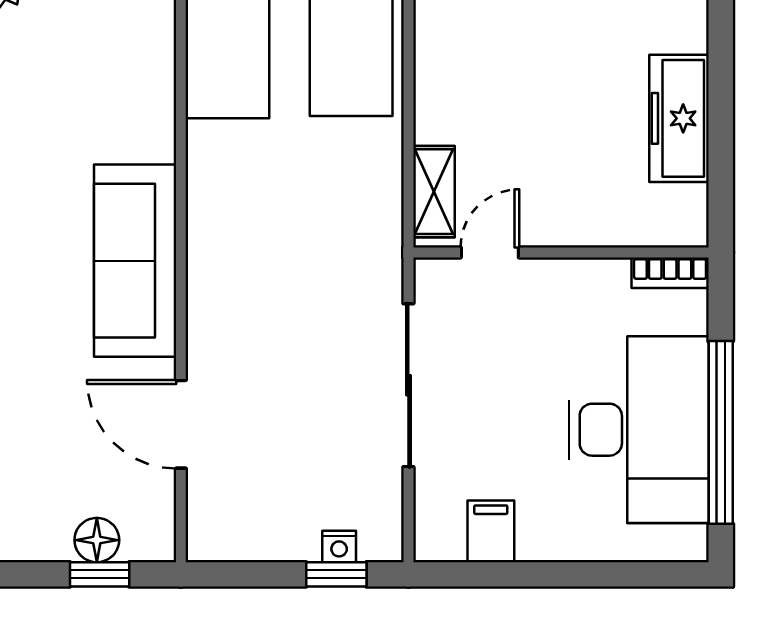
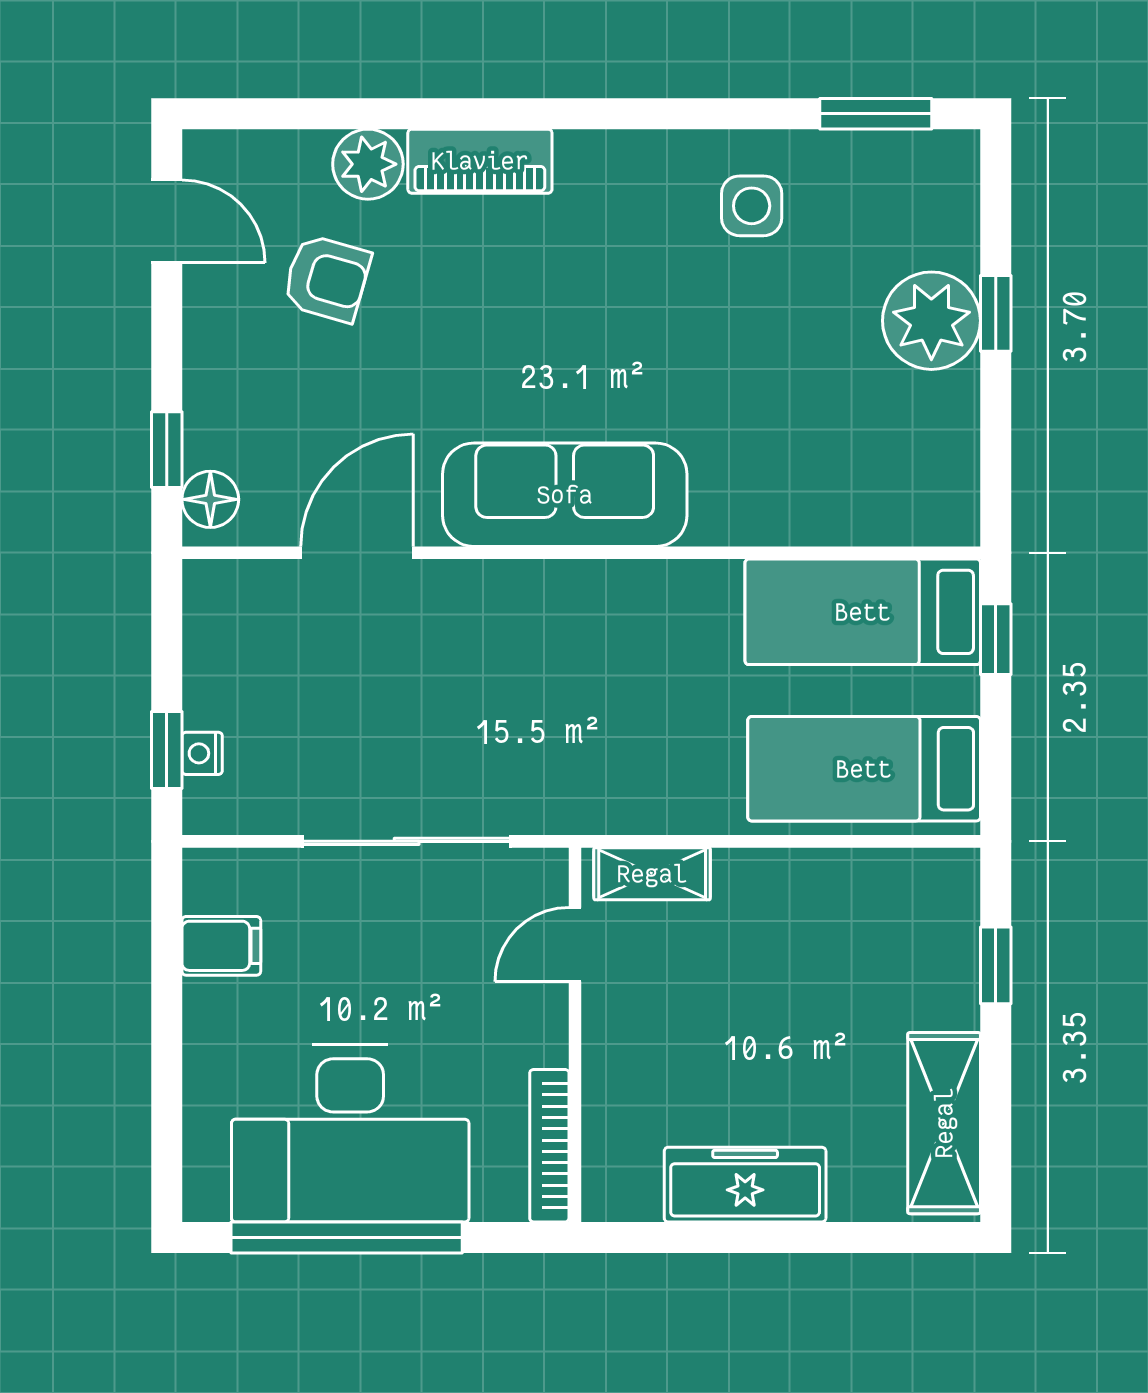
door: (490, 252) -> (575, 945), swing flipped
bookcase: (670, 273) -> (549, 1146), width x1.56
floor lamp: (97, 540) -> (210, 499), moved

